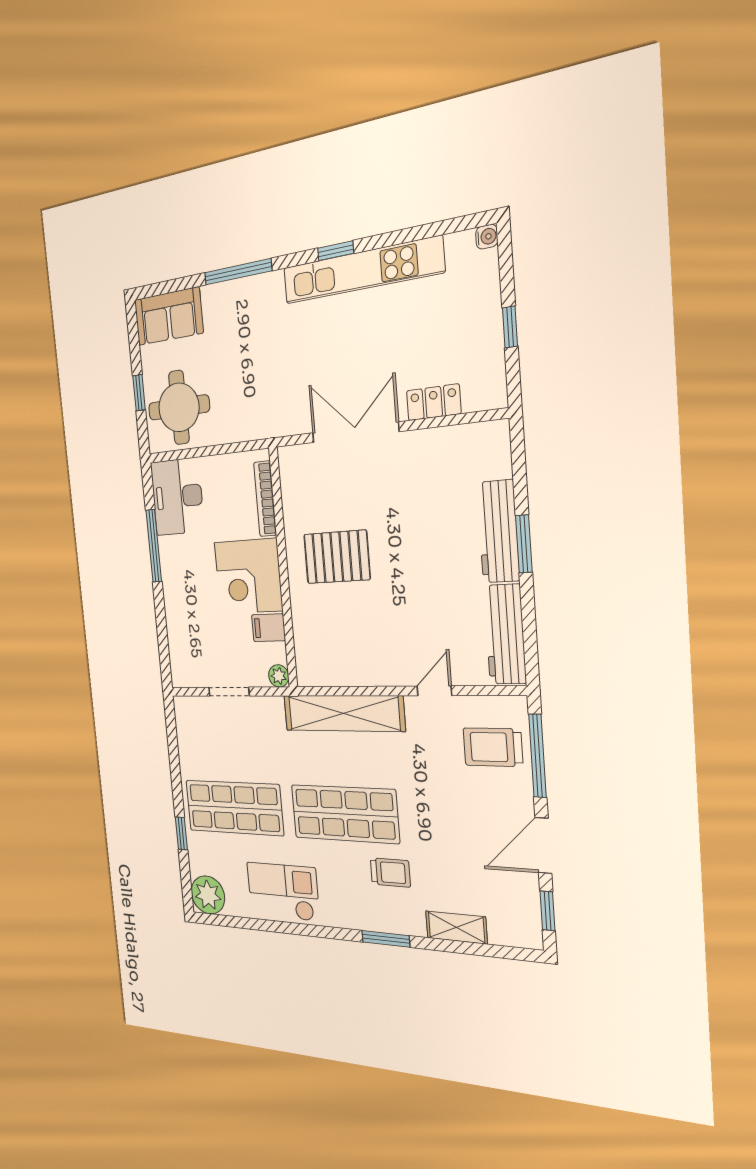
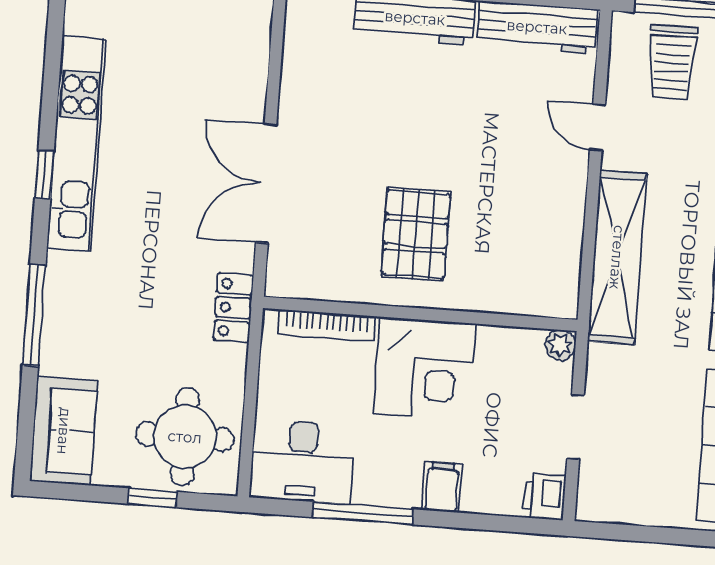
locker: (434, 402) -> (233, 308), moved
filing cabinet: (268, 628) -> (442, 487), moved, turned 180
printer: (184, 673) -> (544, 497), added

